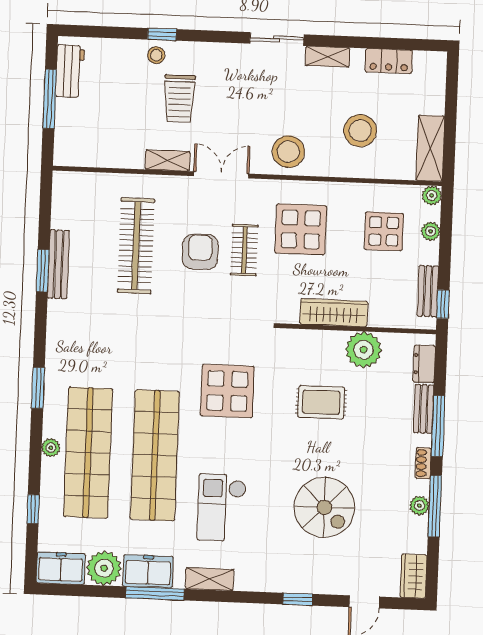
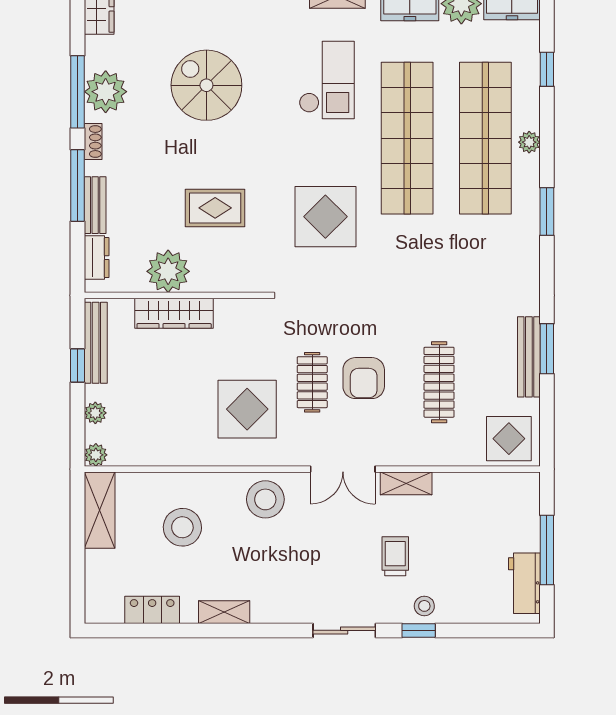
sliding door: (277, 39) -> (344, 630), moved
trolley: (179, 99) -> (395, 556), width x0.73, depth x0.72
display table: (384, 231) -> (509, 439), moved
clothes rail: (136, 246) -> (439, 382), width x0.73, depth x0.76
bench: (428, 291) -> (96, 343), width x1.36
window: (443, 304) -> (77, 365), moved
wardrobe: (334, 313) -> (174, 313), moved
plant: (419, 506) -> (106, 92), width x1.87, depth x1.87

